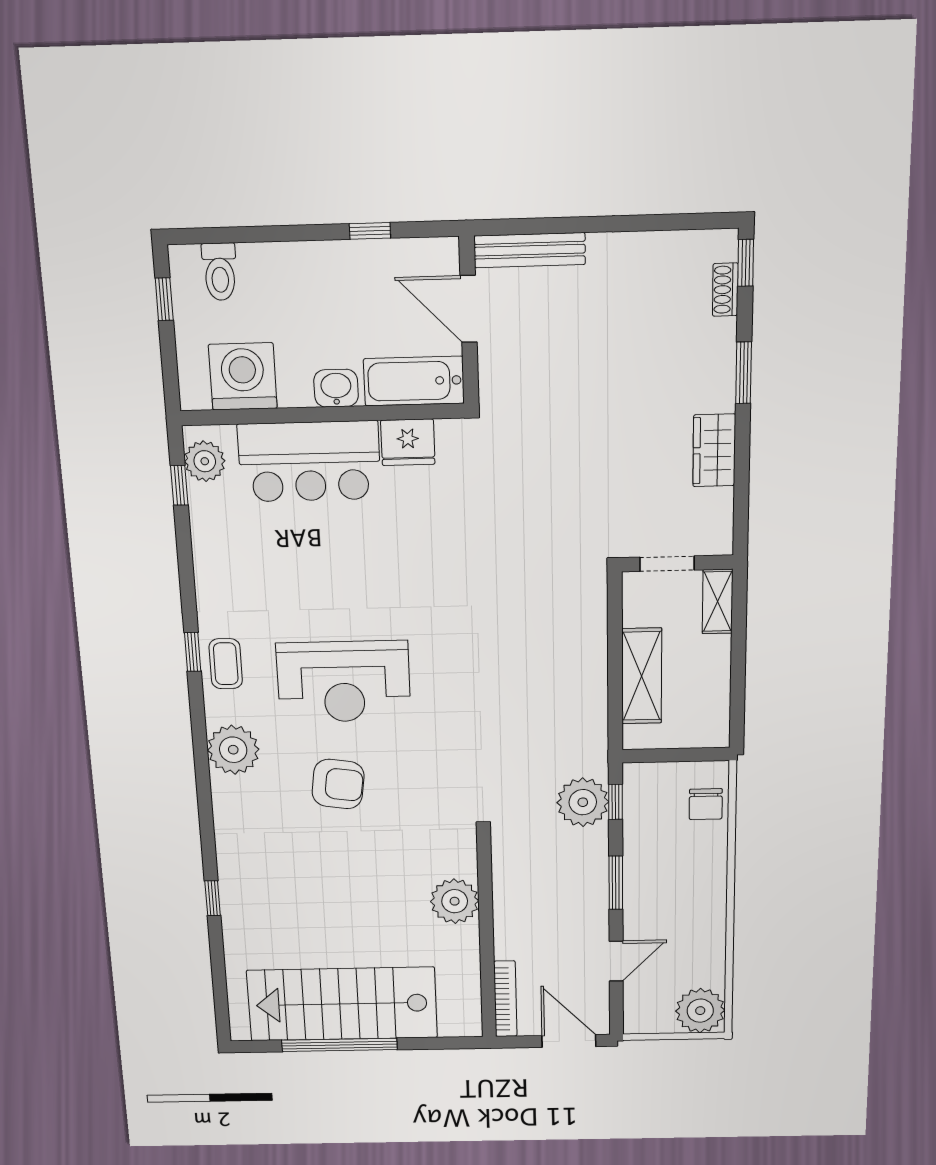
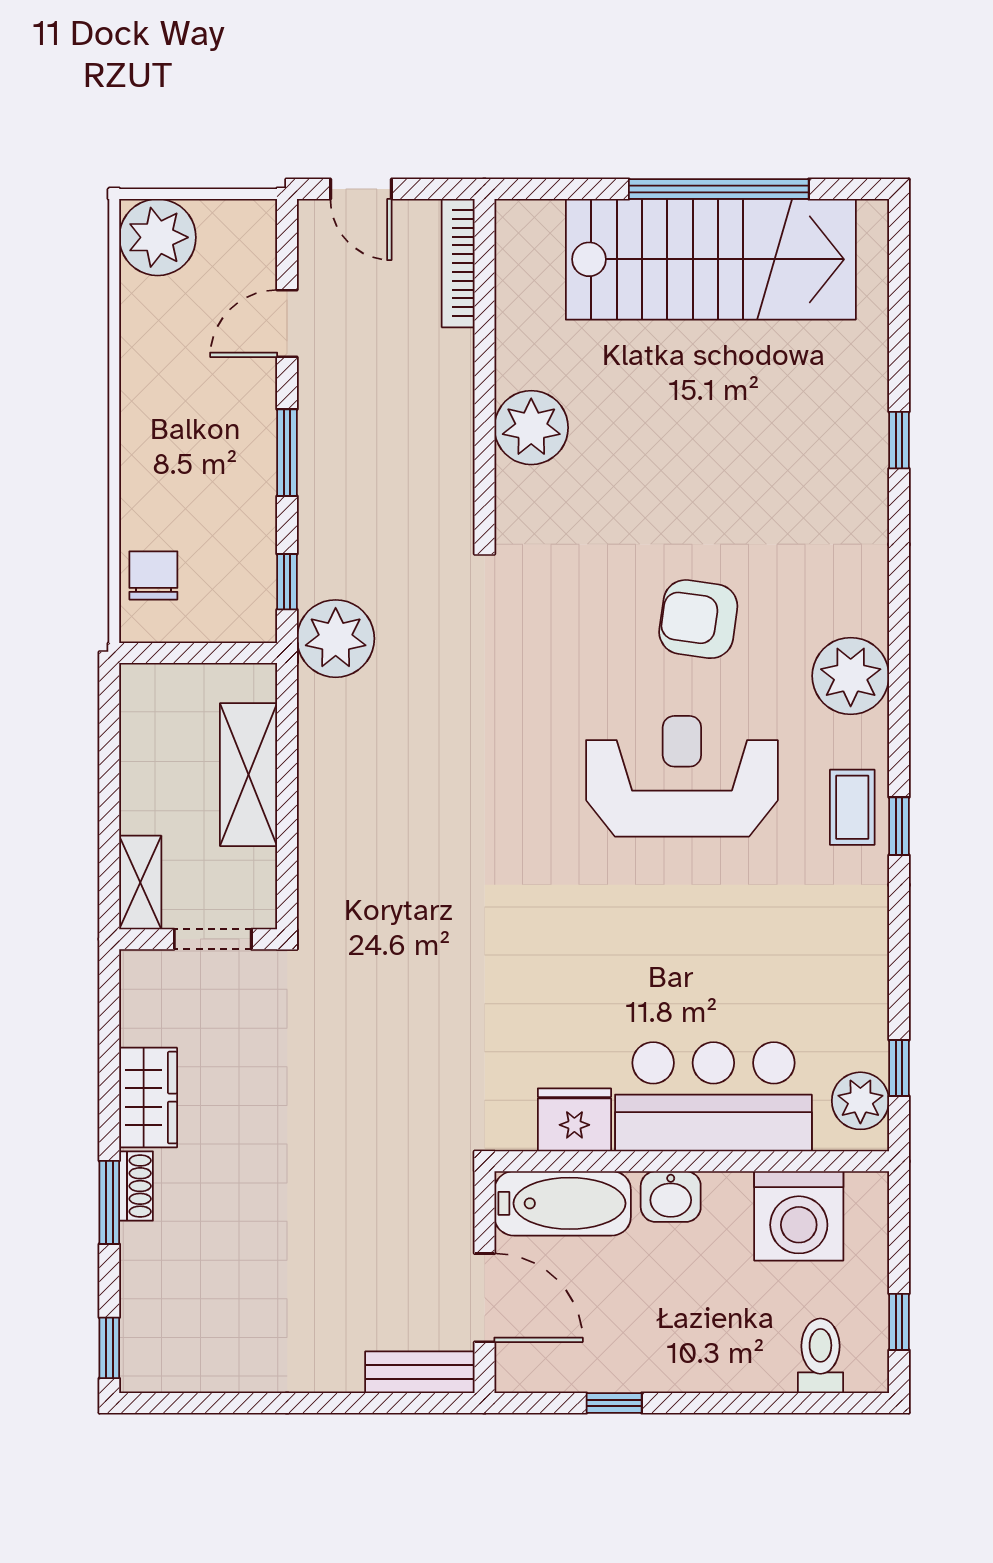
bench: (530, 250) -> (420, 1372), width x0.73
shoe rack: (725, 290) -> (136, 1186), moved
plant: (583, 802) -> (336, 639), moved
door: (569, 1041) -> (361, 189), width x0.73

